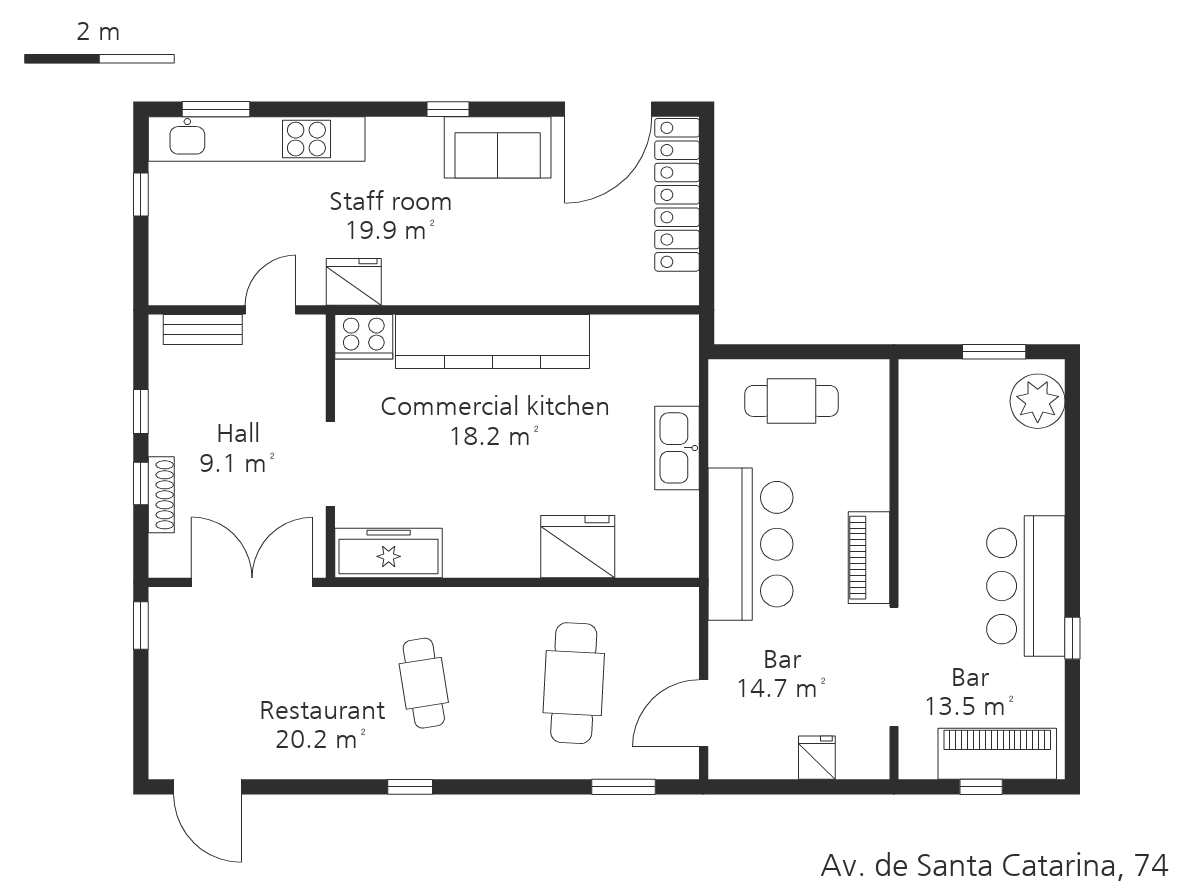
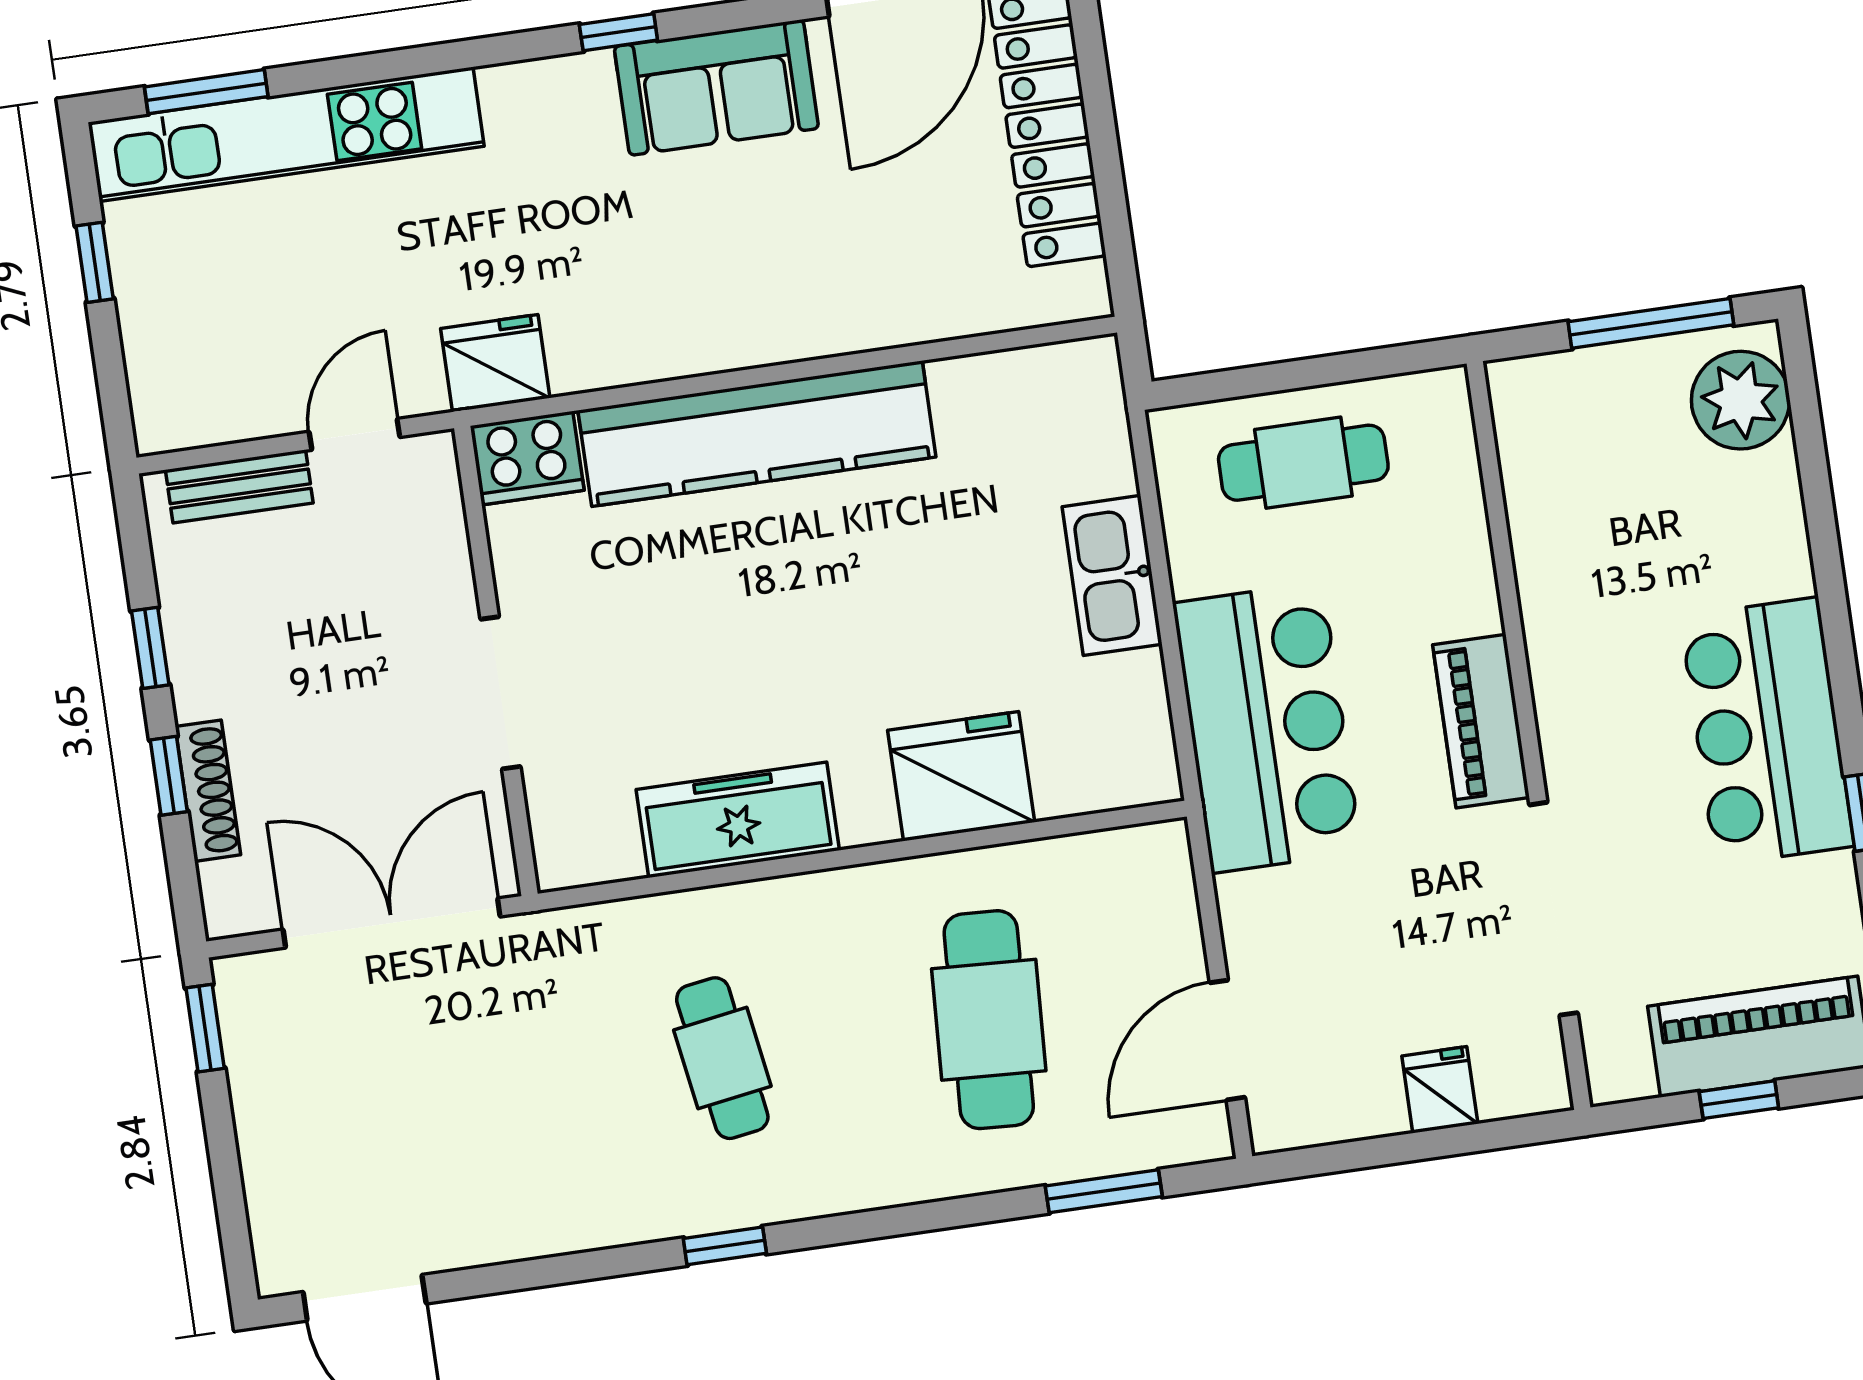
window: (994, 352) -> (1651, 323), width x1.44
freezer: (389, 553) -> (738, 820), moved

